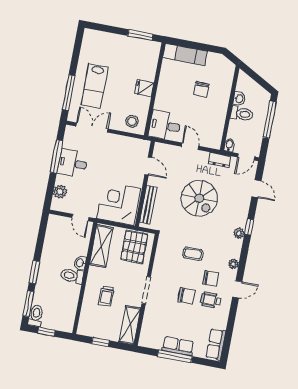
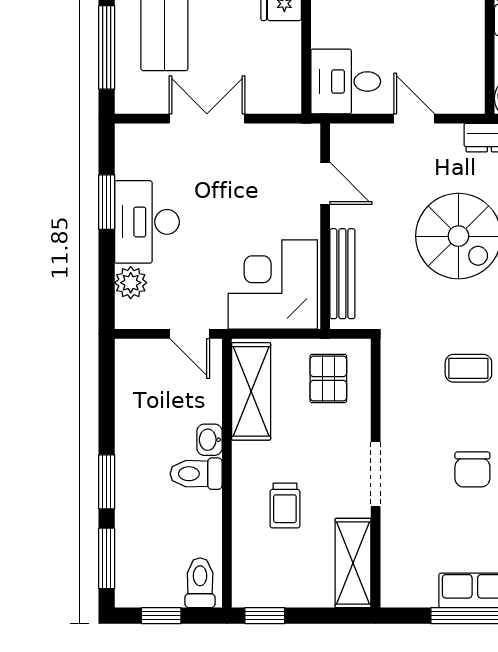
stool: (132, 121) -> (267, 86), removed
double door: (92, 127) -> (207, 119), moved
window: (56, 157) -> (107, 202), width x0.69
desk: (72, 163) -> (147, 222), width x1.37
pallet: (134, 247) -> (328, 378), width x0.67, depth x0.71
chair: (187, 296) -> (472, 469), turned 90
toilet: (36, 316) -> (200, 583), moved
window: (101, 342) -> (265, 616), moved

